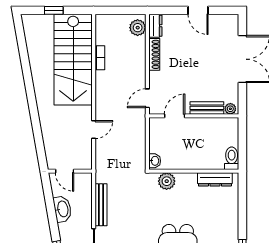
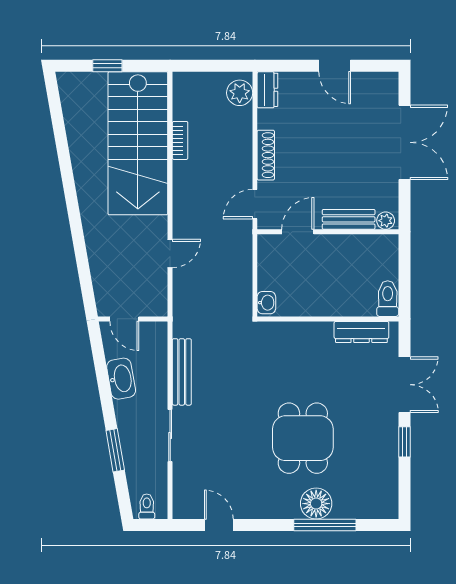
shoe rack: (154, 54) -> (266, 155), moved
plant: (167, 181) -> (285, 335), removed
double door: (242, 213) -> (404, 385), added

